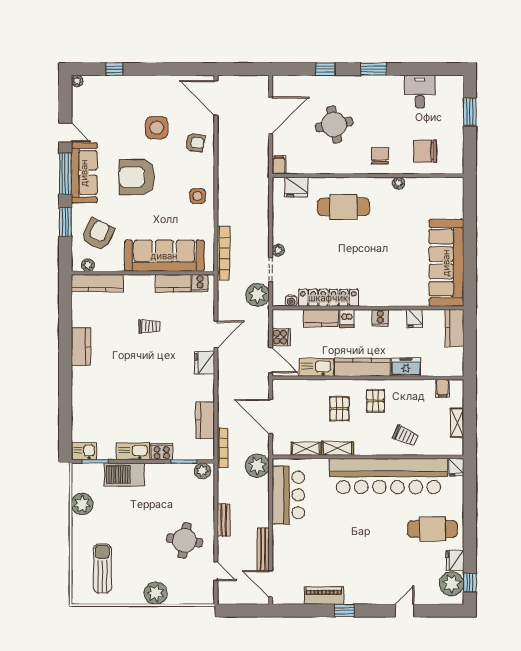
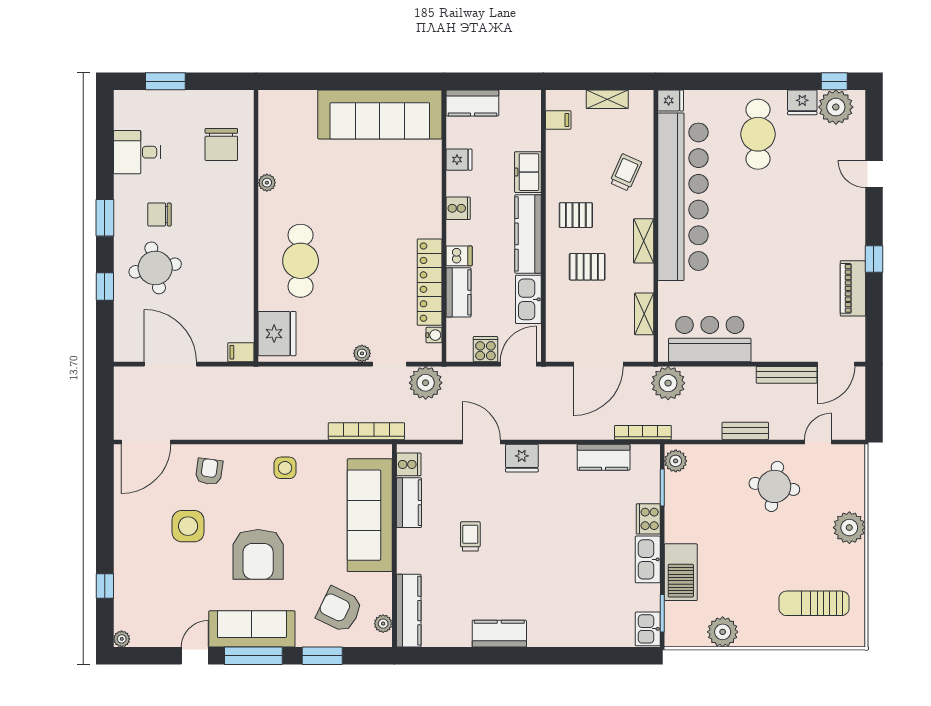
round table: (334, 125) -> (155, 268), moved
chair: (380, 156) -> (159, 214), moved
fridge: (296, 187) -> (277, 334), width x1.36, depth x1.34
shelving: (338, 448) -> (644, 241), moved

